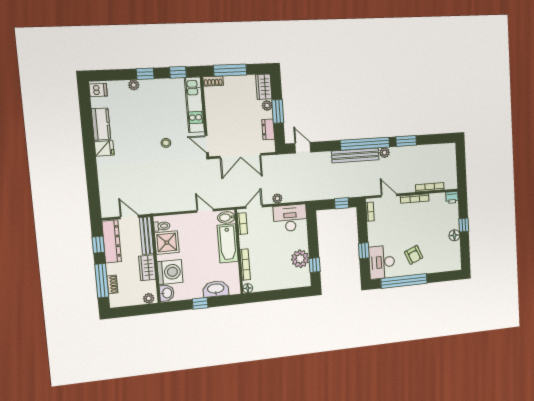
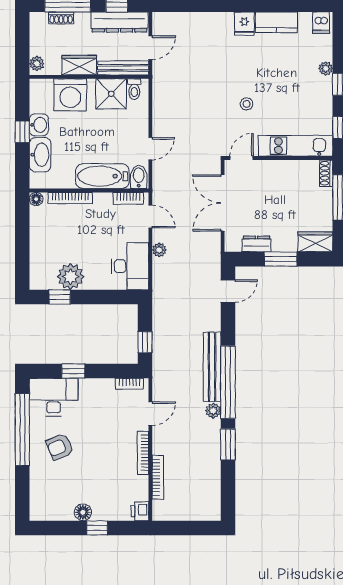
plant: (267, 106) -> (289, 245), removed
washbasin: (167, 293) -> (39, 125), moved, turned -90

